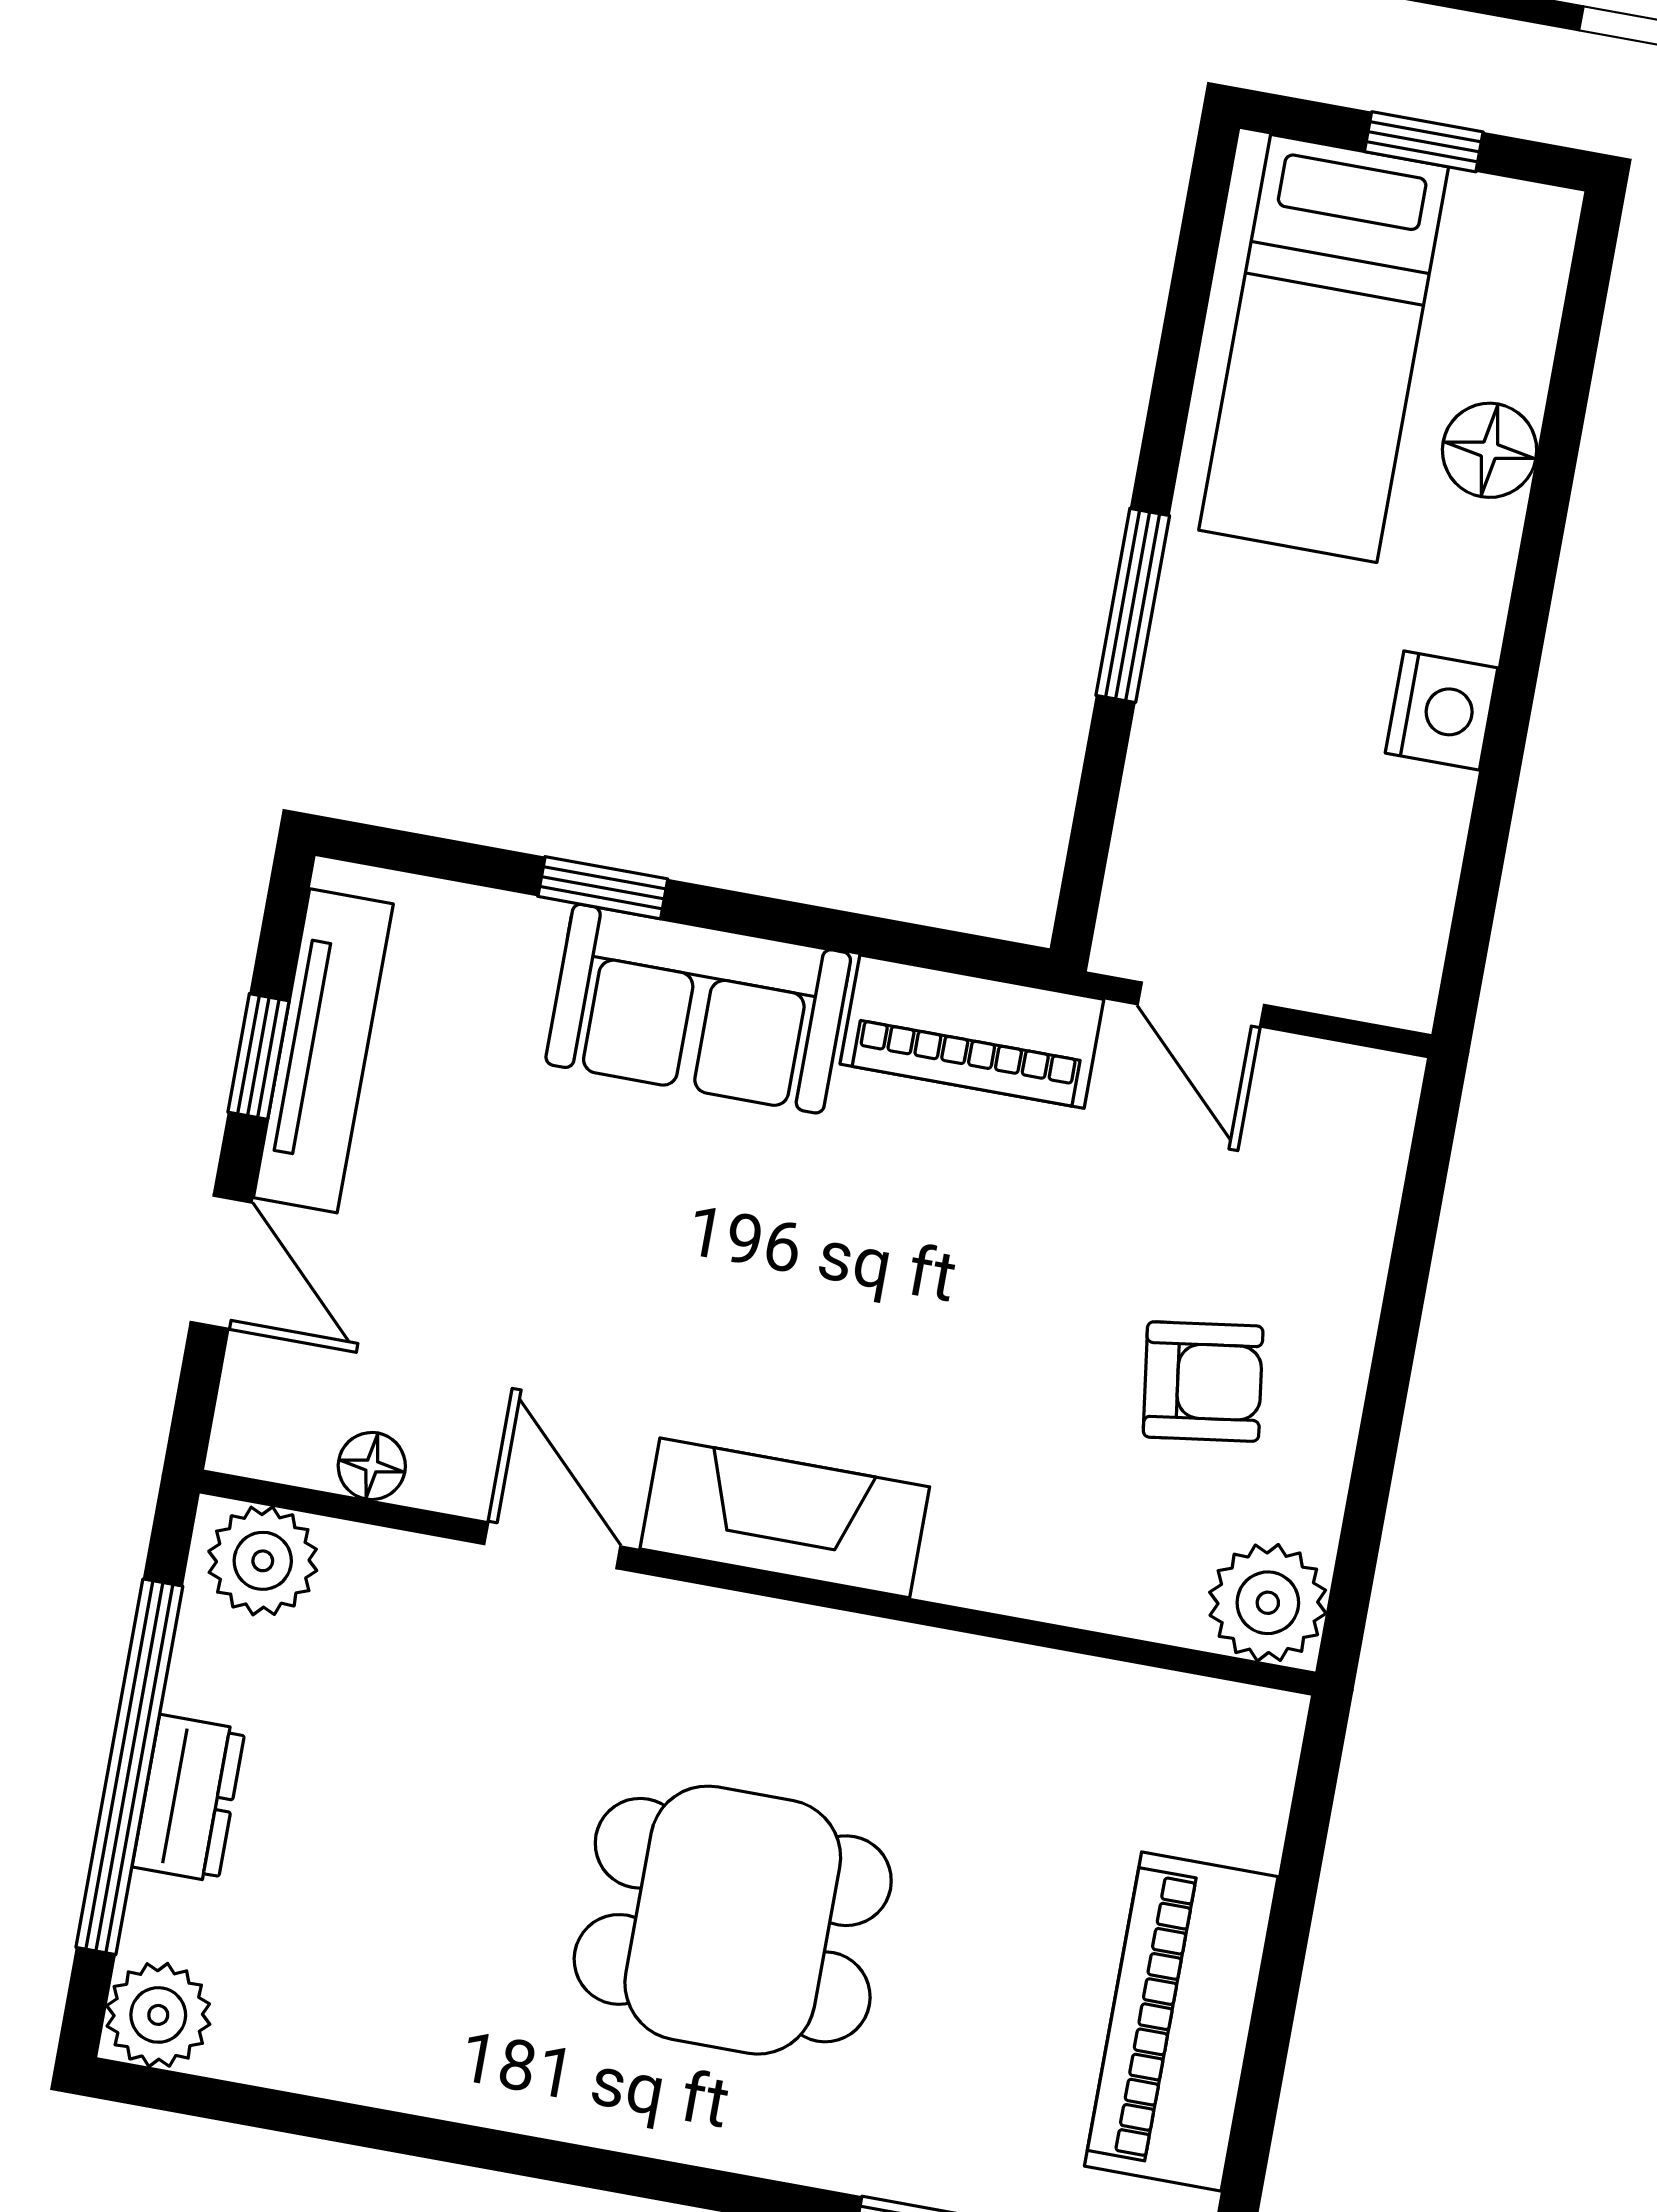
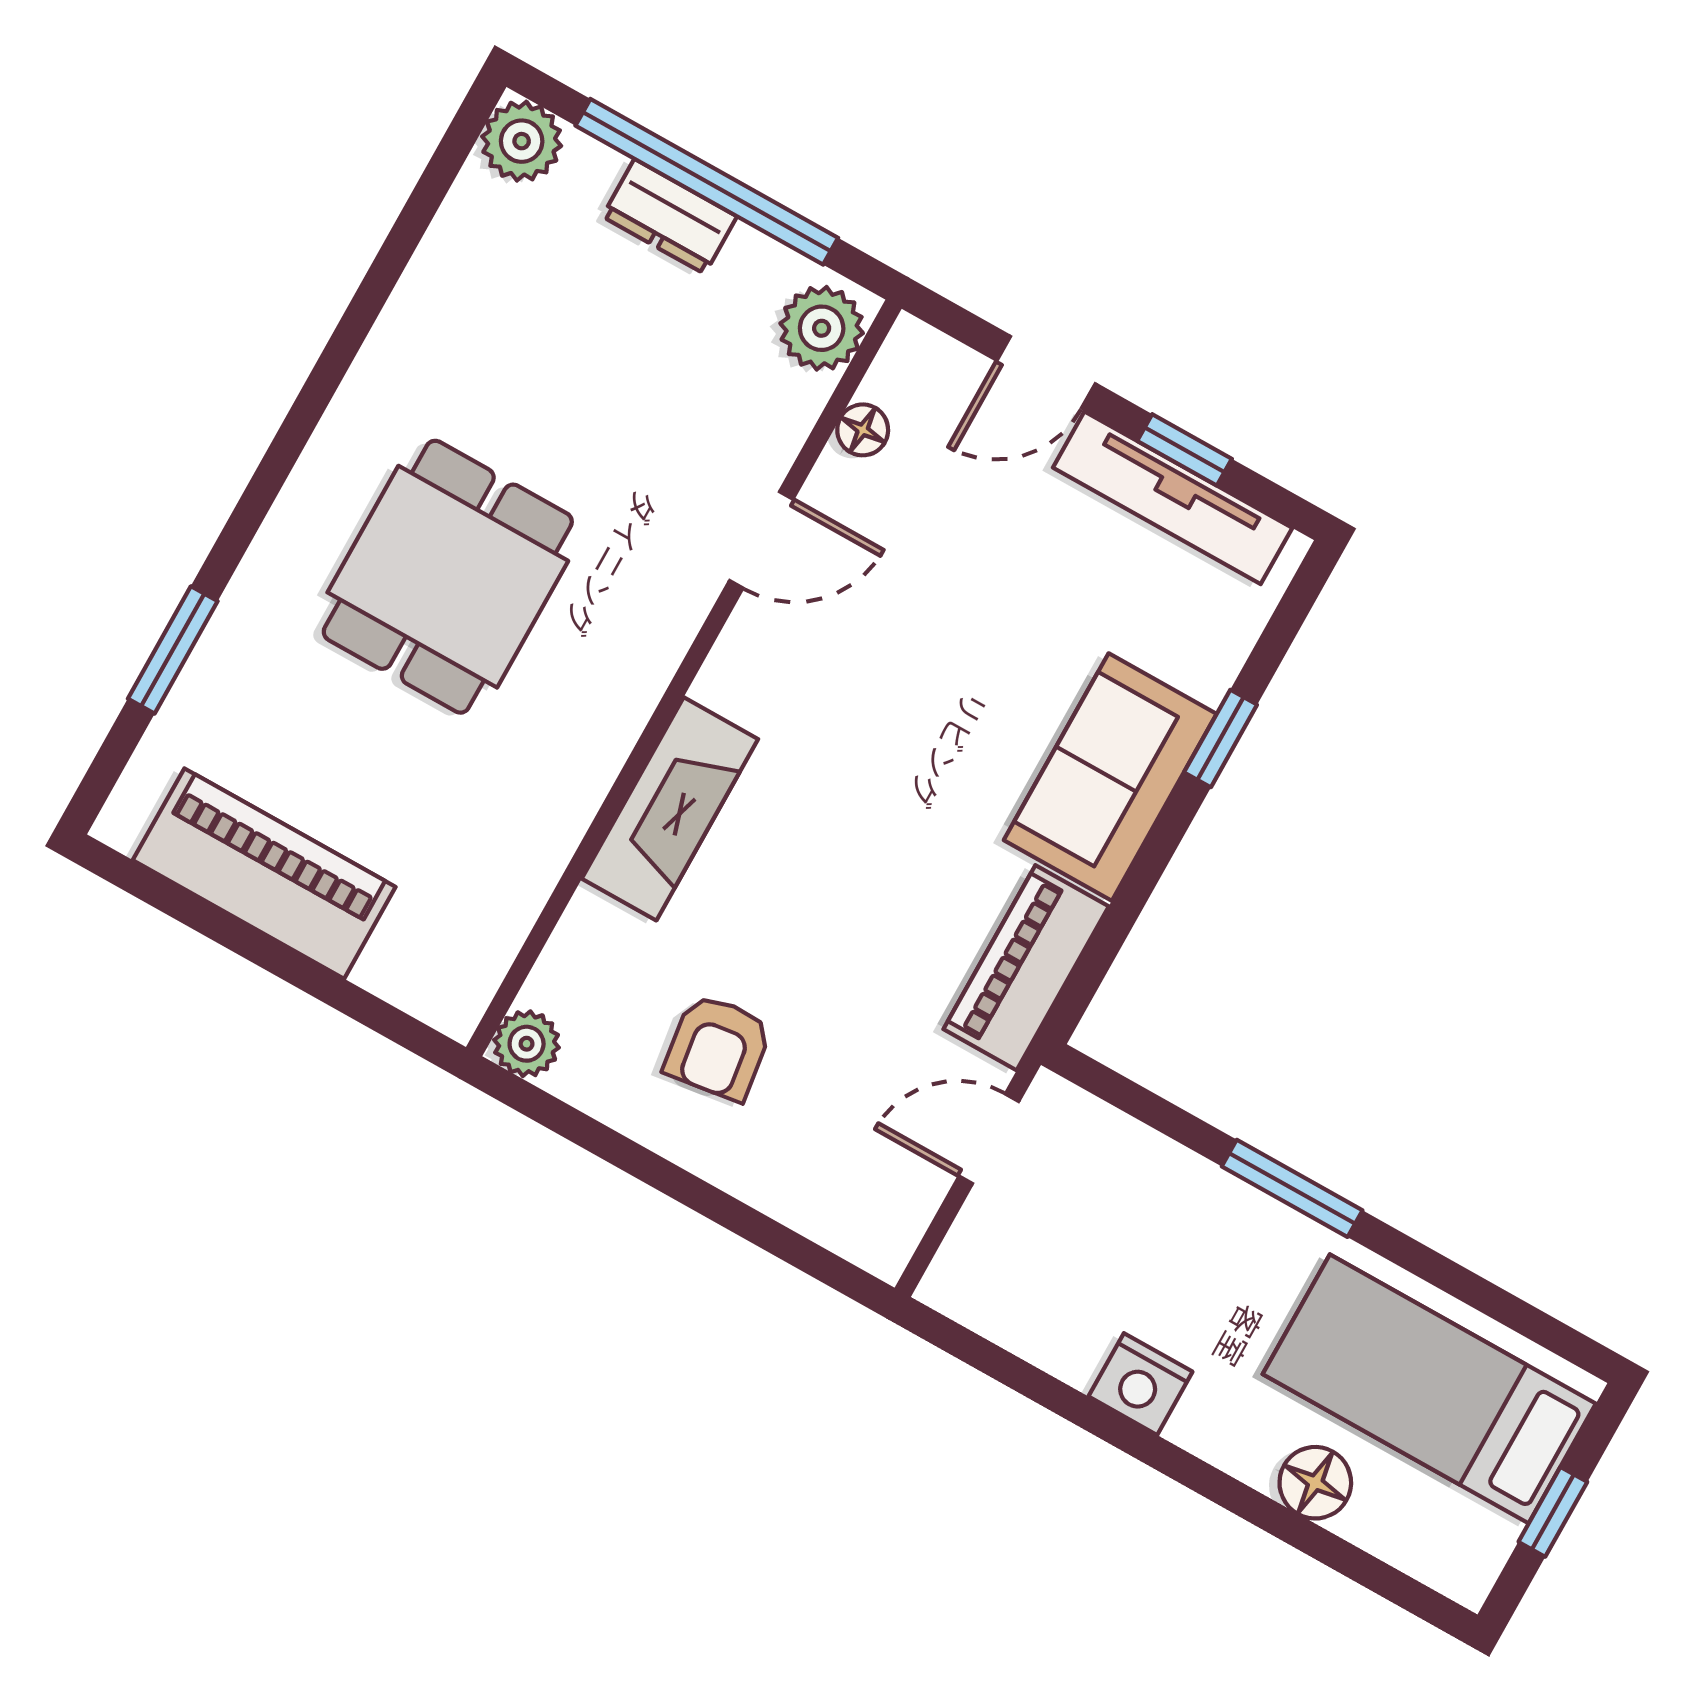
fireplace: (785, 1518) -> (670, 809), moved
plant: (1268, 1603) -> (527, 1044), width x0.73, depth x0.73

